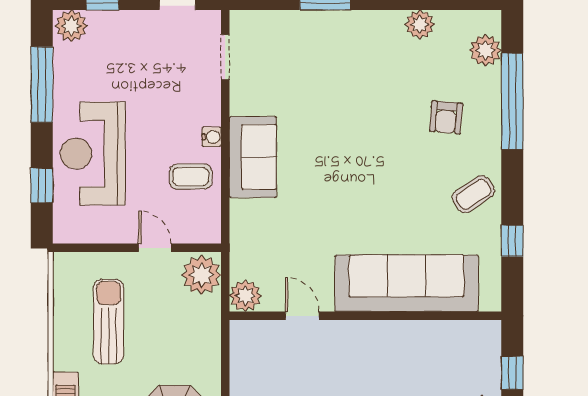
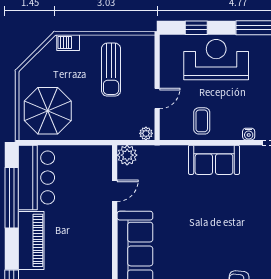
water cooler: (212, 137) -> (249, 134), moved
plant: (202, 275) -> (146, 133), width x0.53, depth x0.53
sun lounger: (109, 322) -> (111, 70), turned 90

